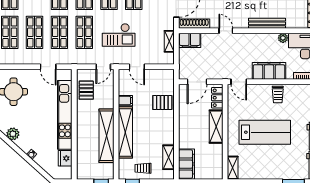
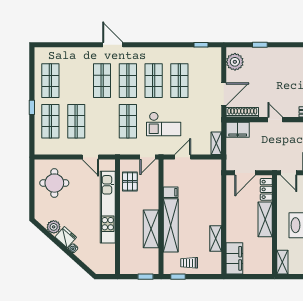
shop shelf: (59, 32) -> (102, 121), removed
shelving: (169, 41) -> (216, 143), moved
door: (137, 67) -> (183, 157), swing flipped
pallet: (162, 103) -> (209, 194), removed
shelving: (106, 136) -> (151, 229), width x0.68
shelving: (169, 157) -> (216, 238), moved
fridge: (65, 158) -> (66, 237), moved, turned 132

